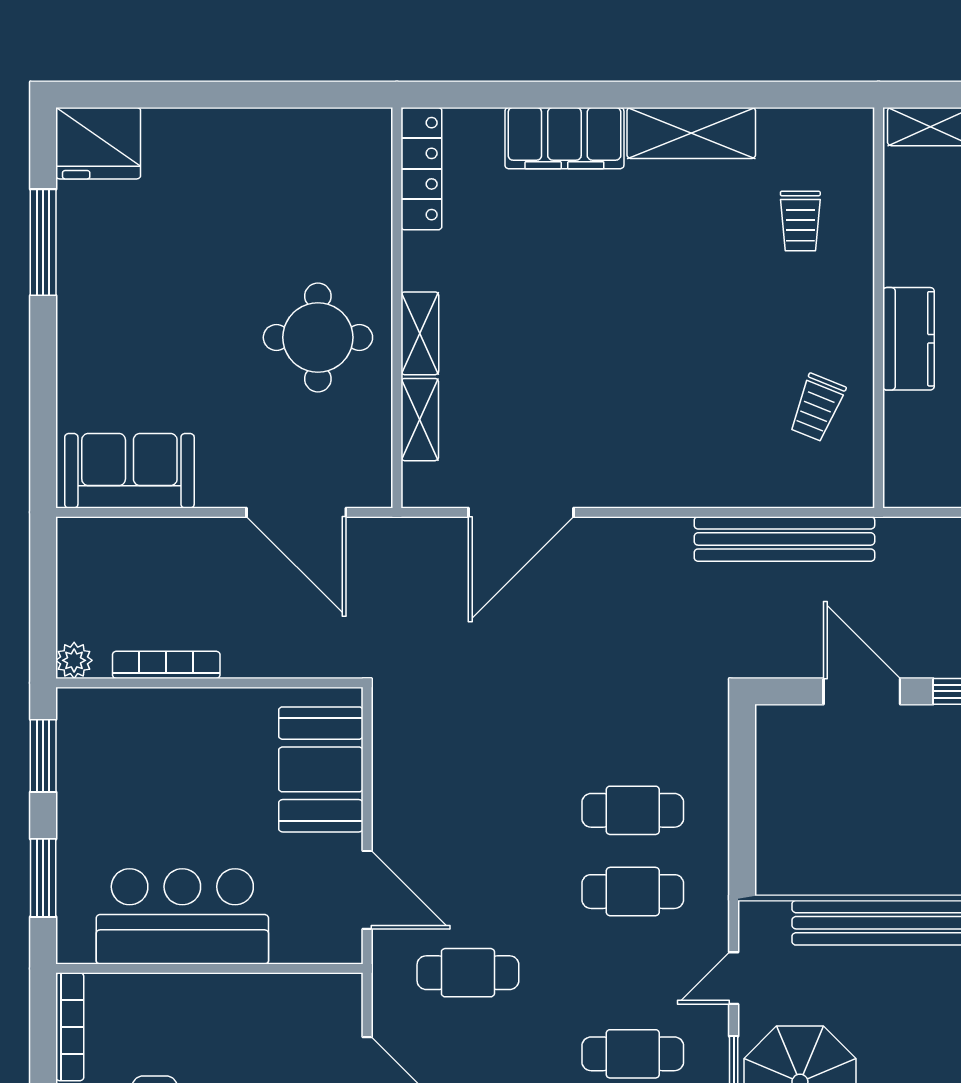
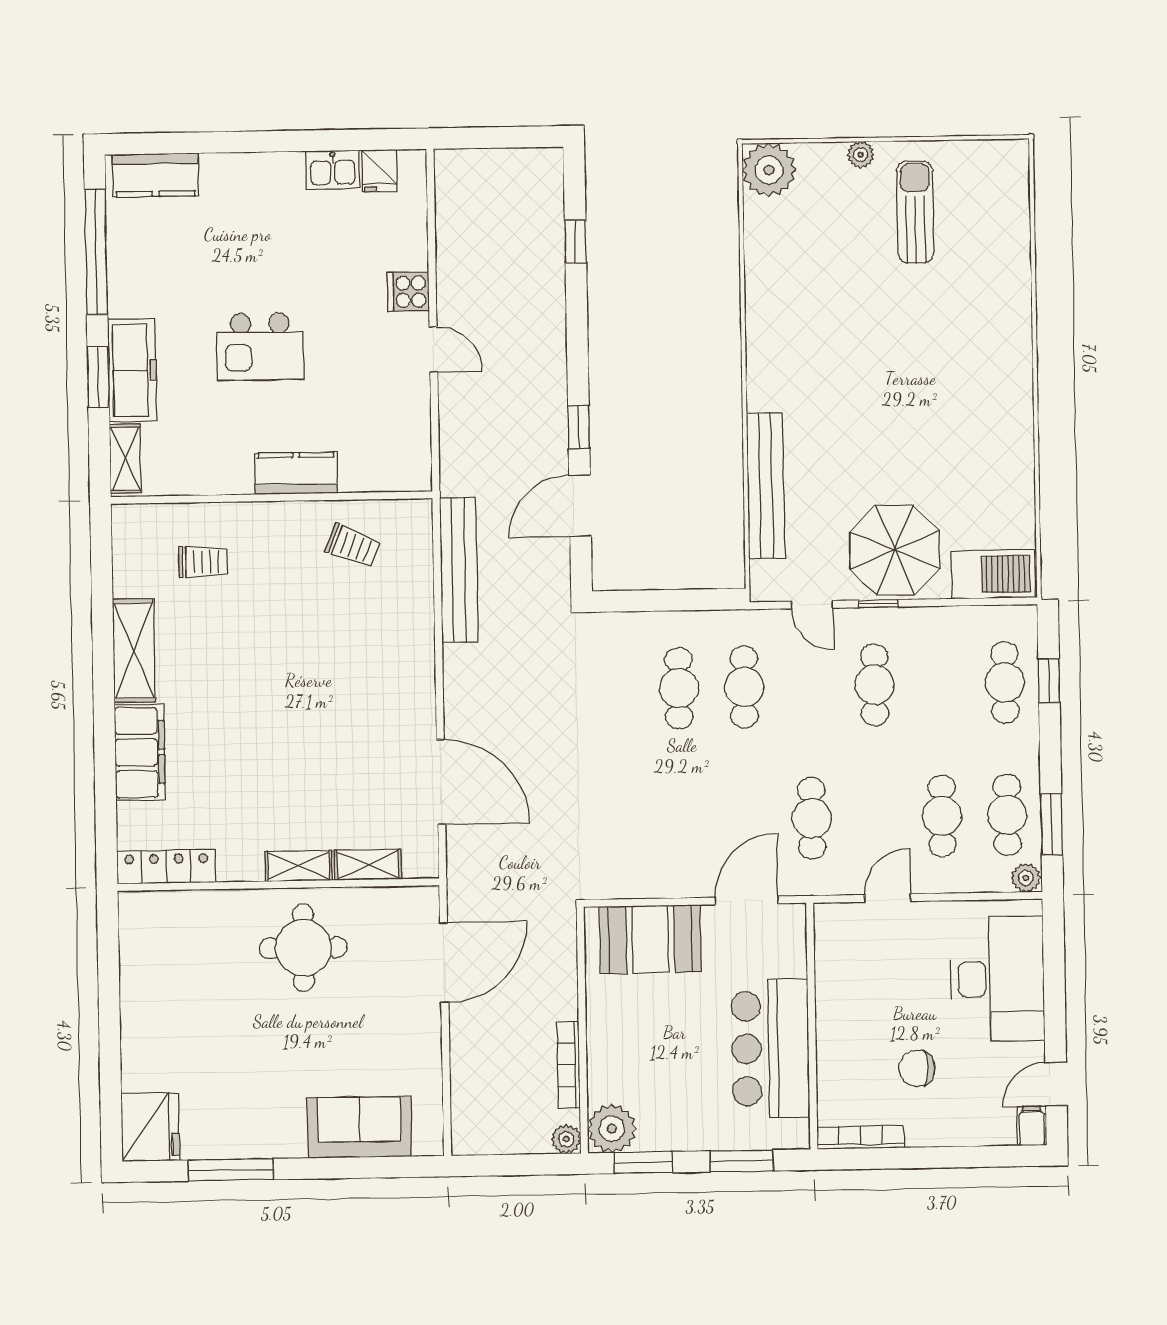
sofa: (129, 471) -> (360, 1127), moved, turned 90
plant: (86, 717) -> (612, 1129), added

